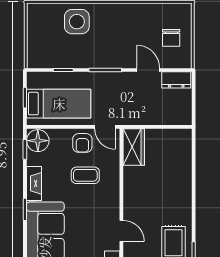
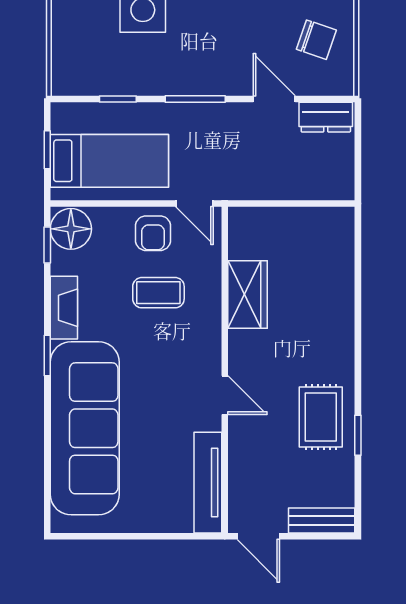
chair: (171, 38) -> (316, 40), turned -71
wardrobe: (134, 147) -> (248, 294), moved

